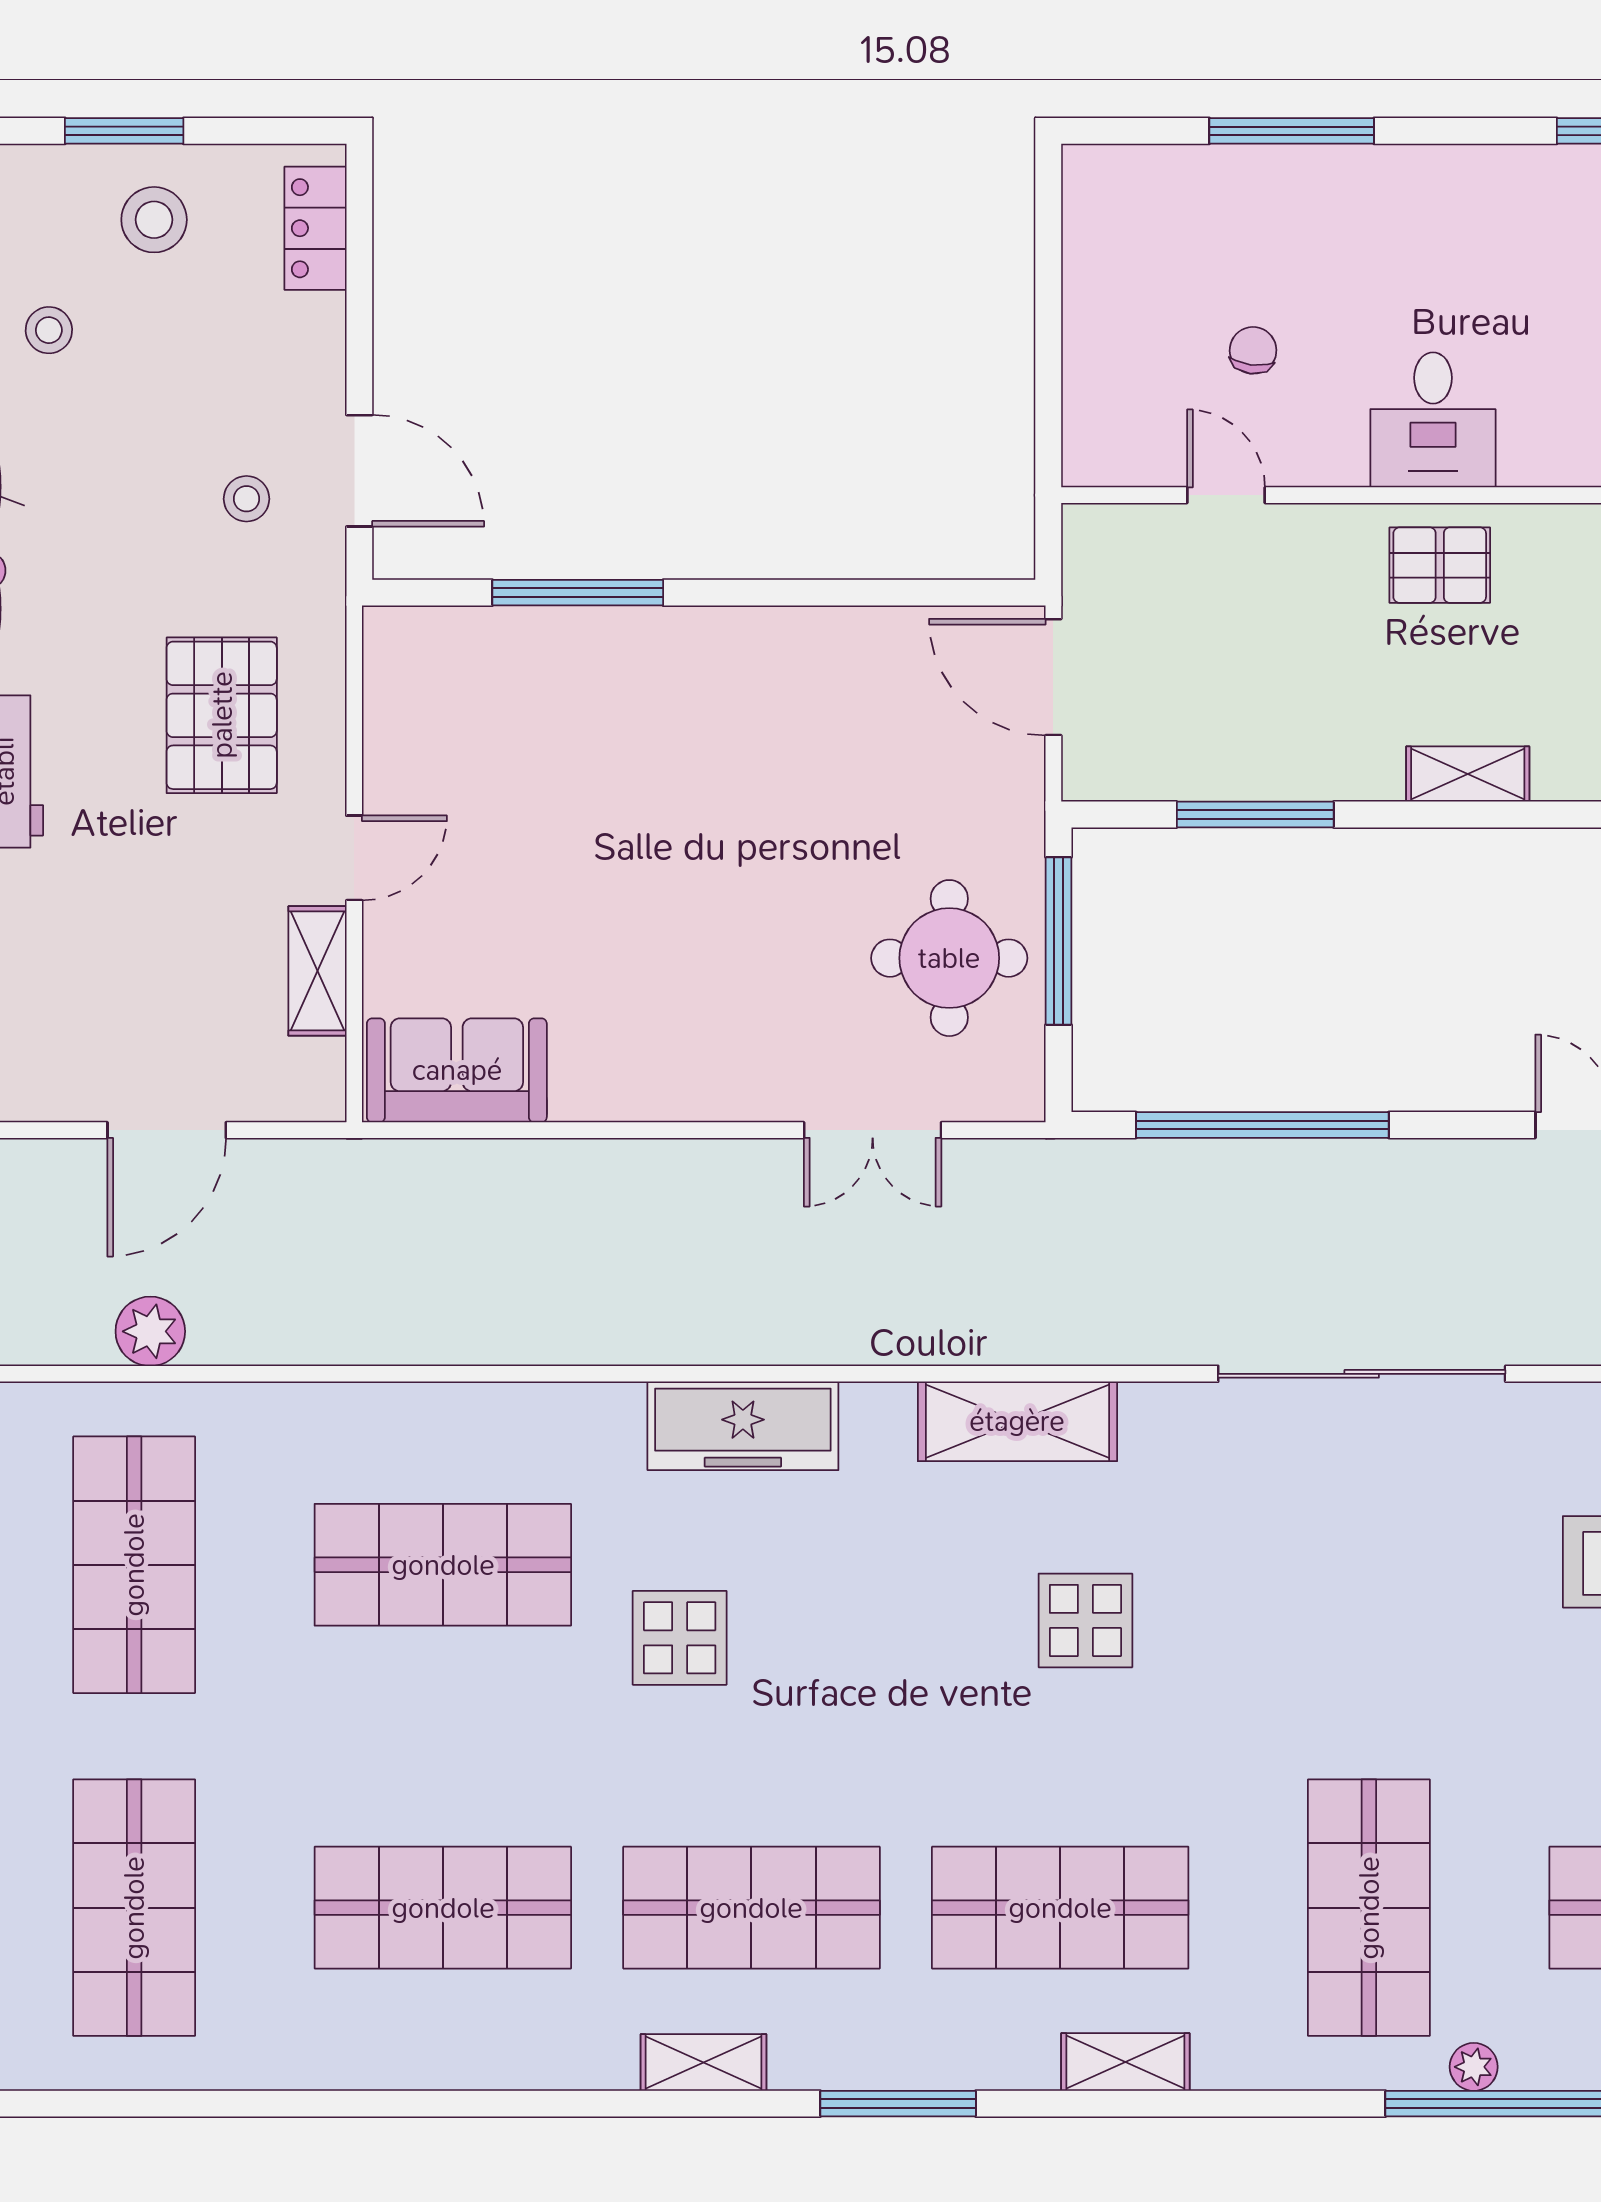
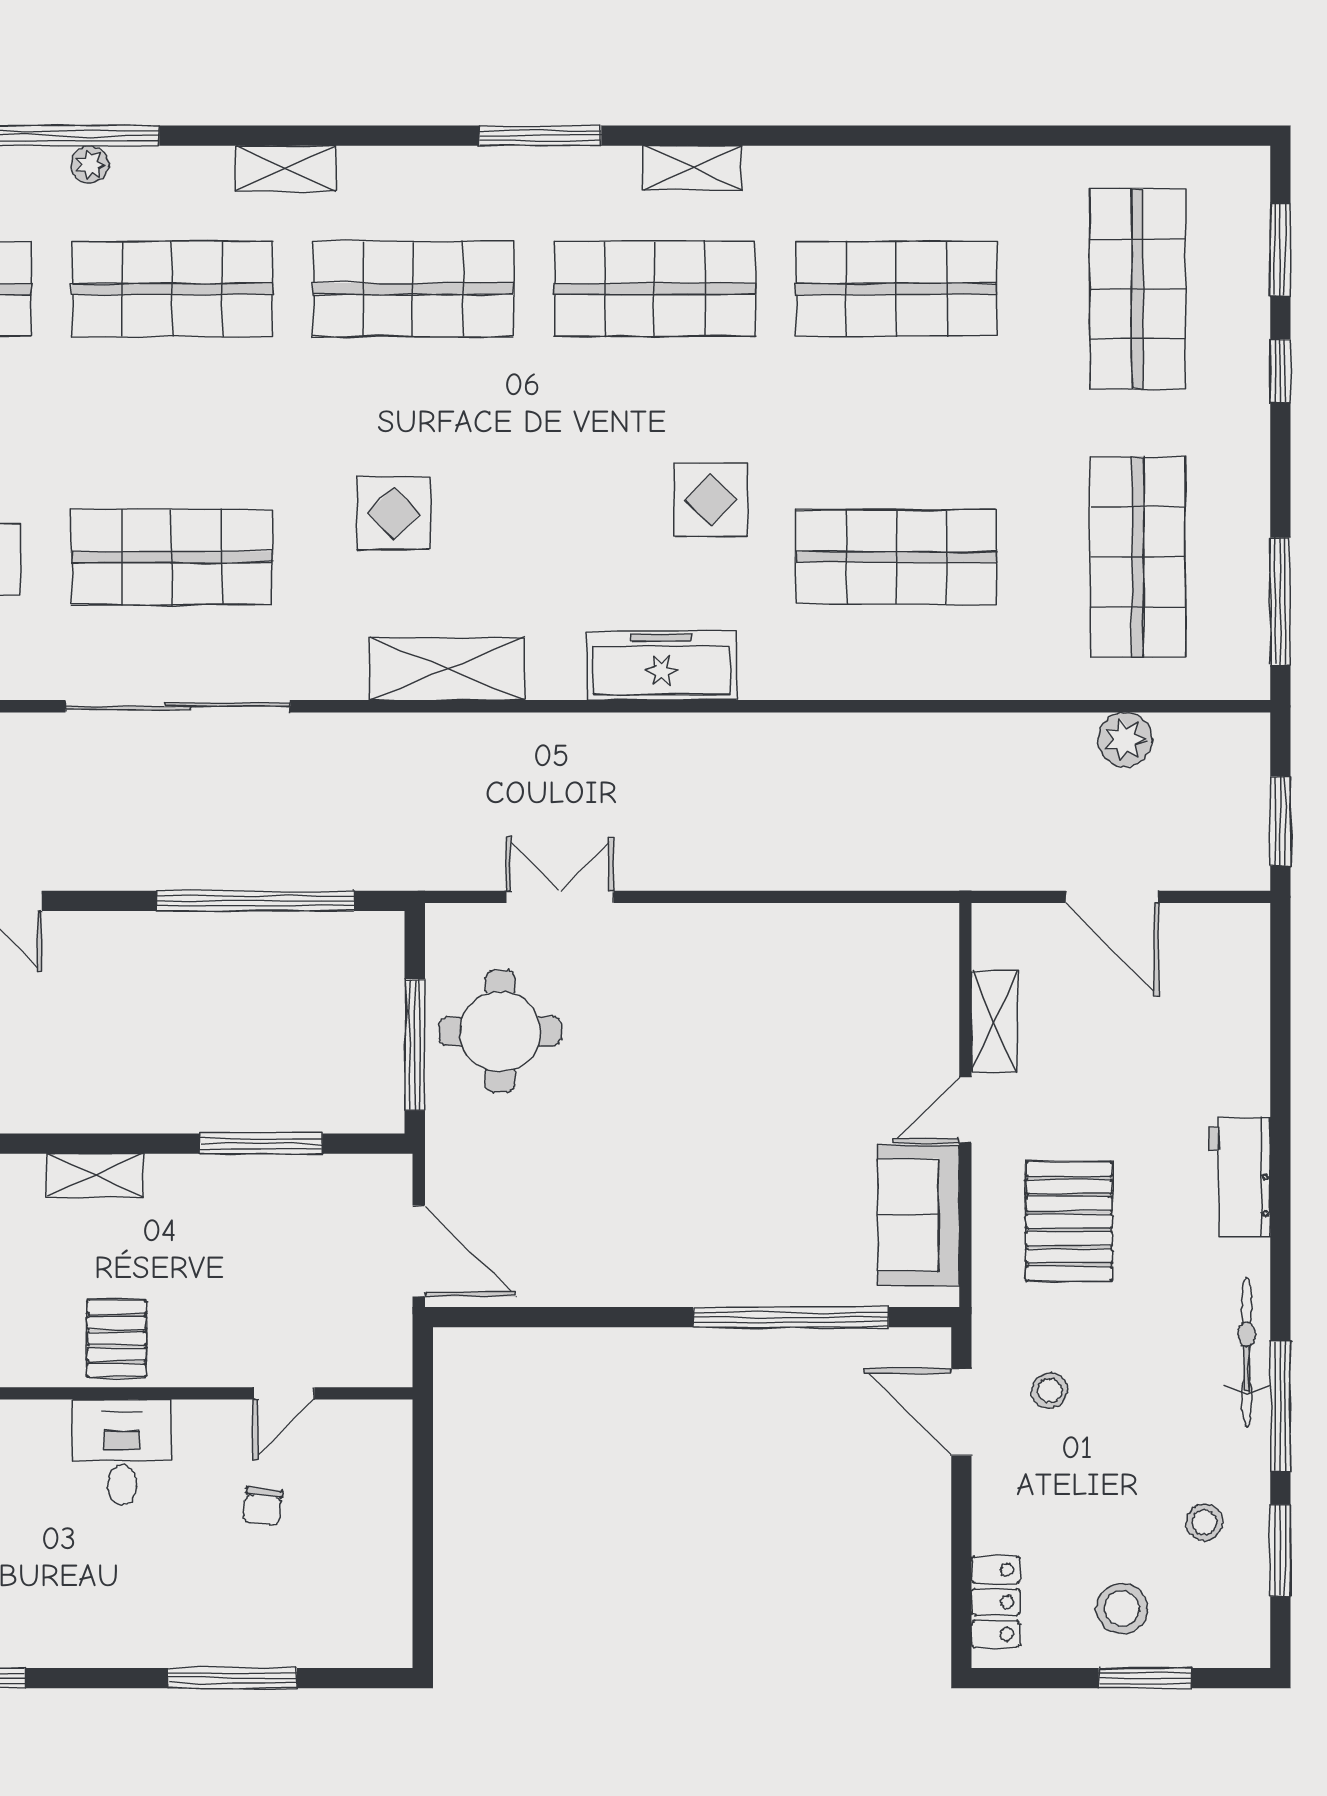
door: (1226, 495) -> (284, 1393), hinge flipped
pallet: (1440, 565) -> (117, 1339), turned 90
window: (578, 593) -> (791, 1317), width x1.46
sofa: (457, 1070) -> (919, 1215), moved, turned 90
door: (167, 1130) -> (1112, 897), swing flipped
shop shelf: (1369, 1565) -> (172, 557), added
shop shelf: (1369, 1908) -> (172, 289), turned 90
shelving: (1125, 2062) -> (286, 168), moved

